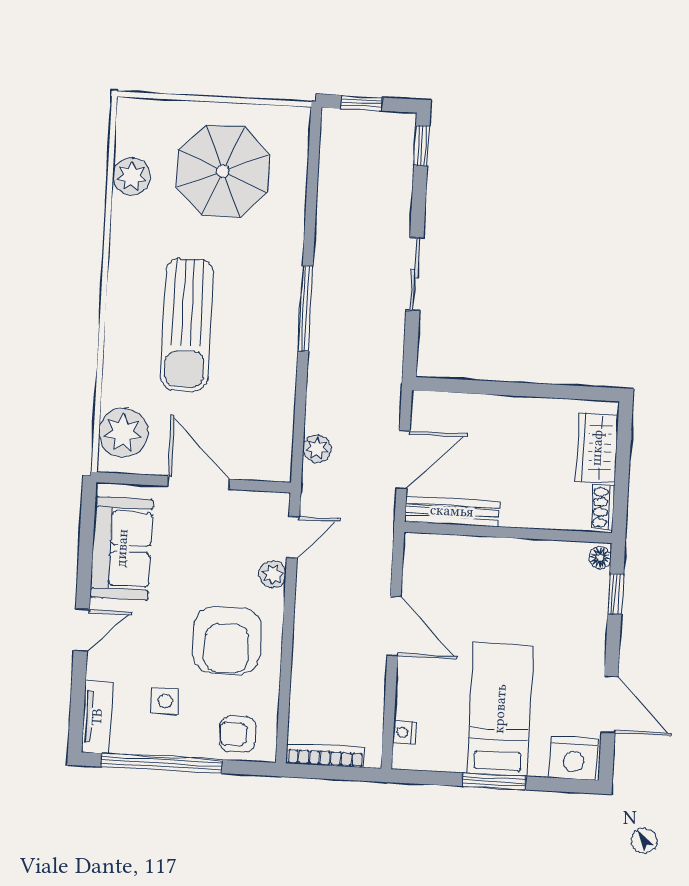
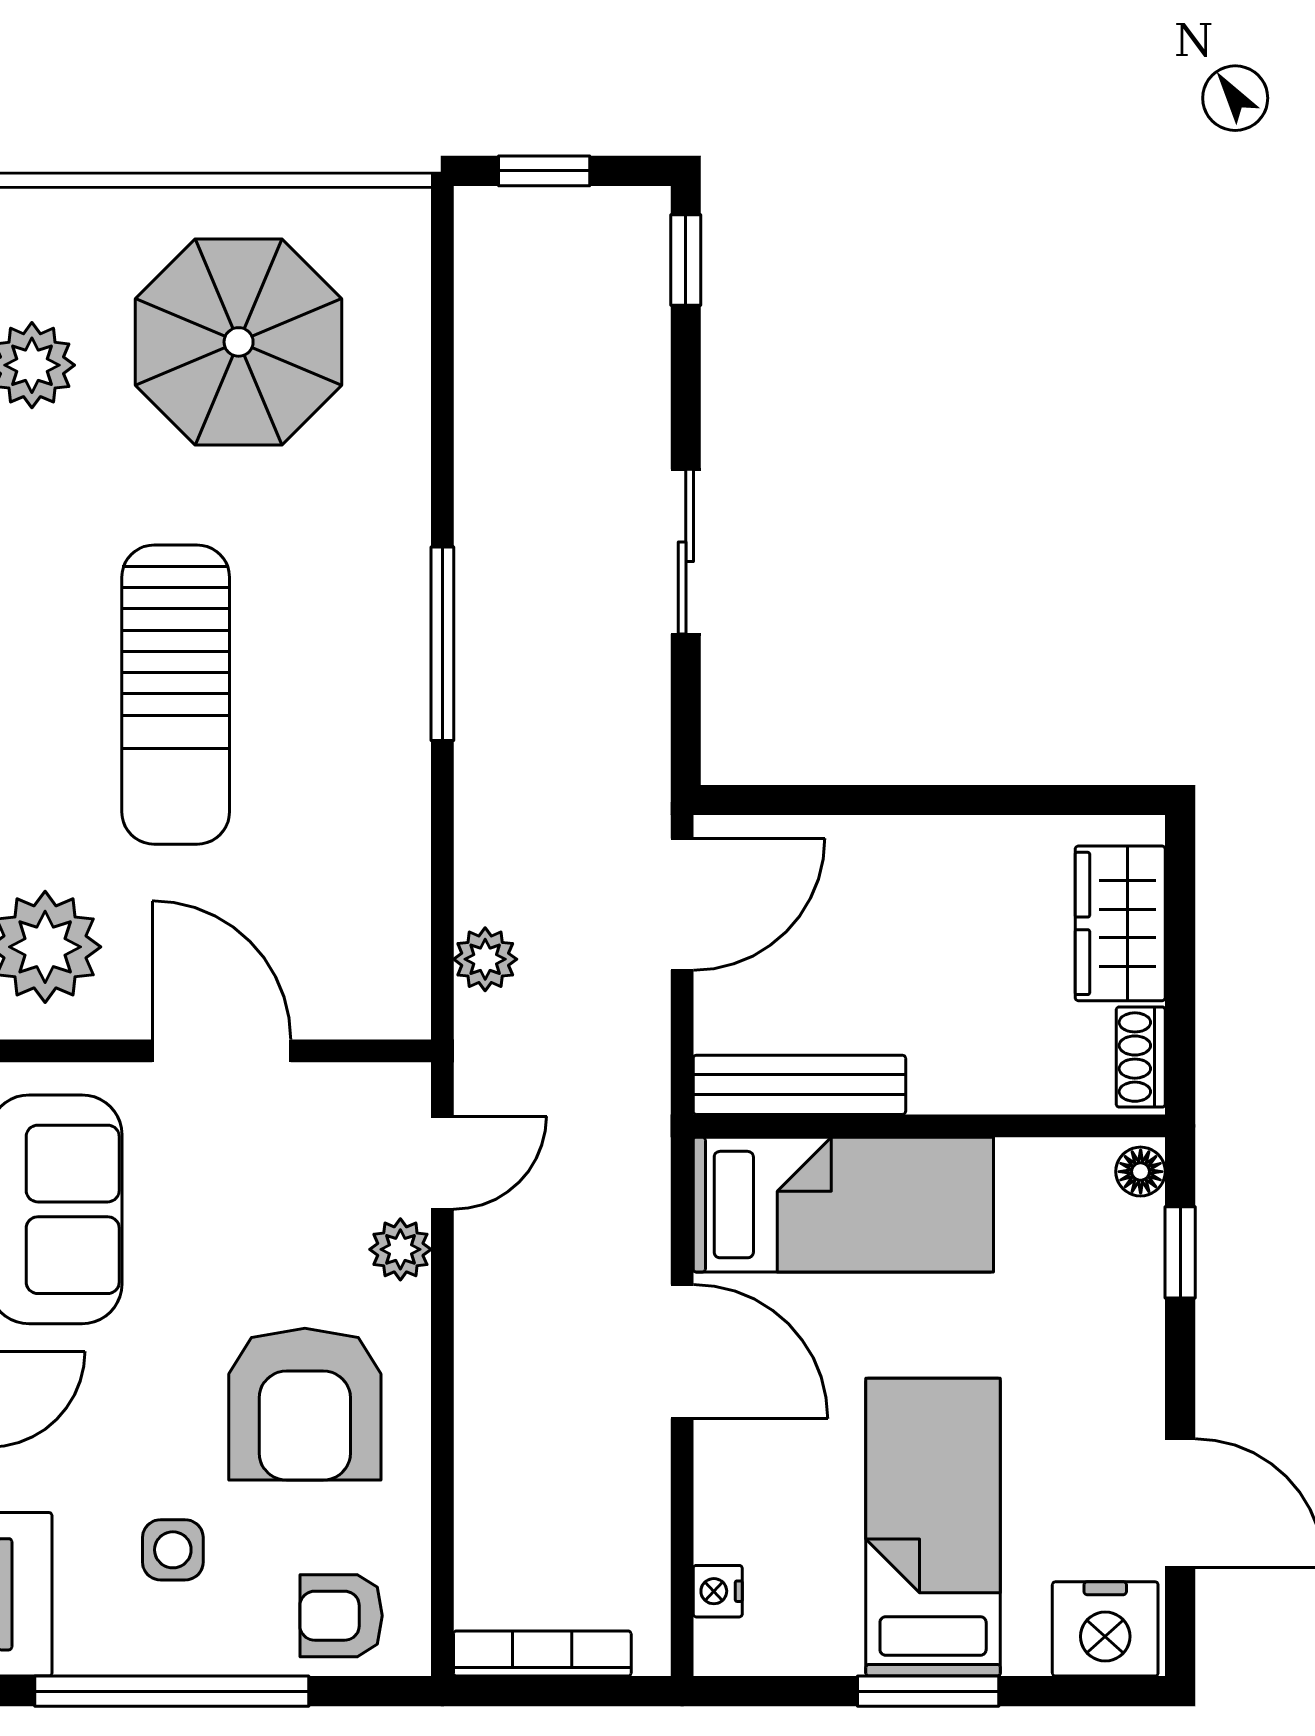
door: (403, 460) -> (682, 904), moved
bed: (469, 565) -> (843, 1205), added

